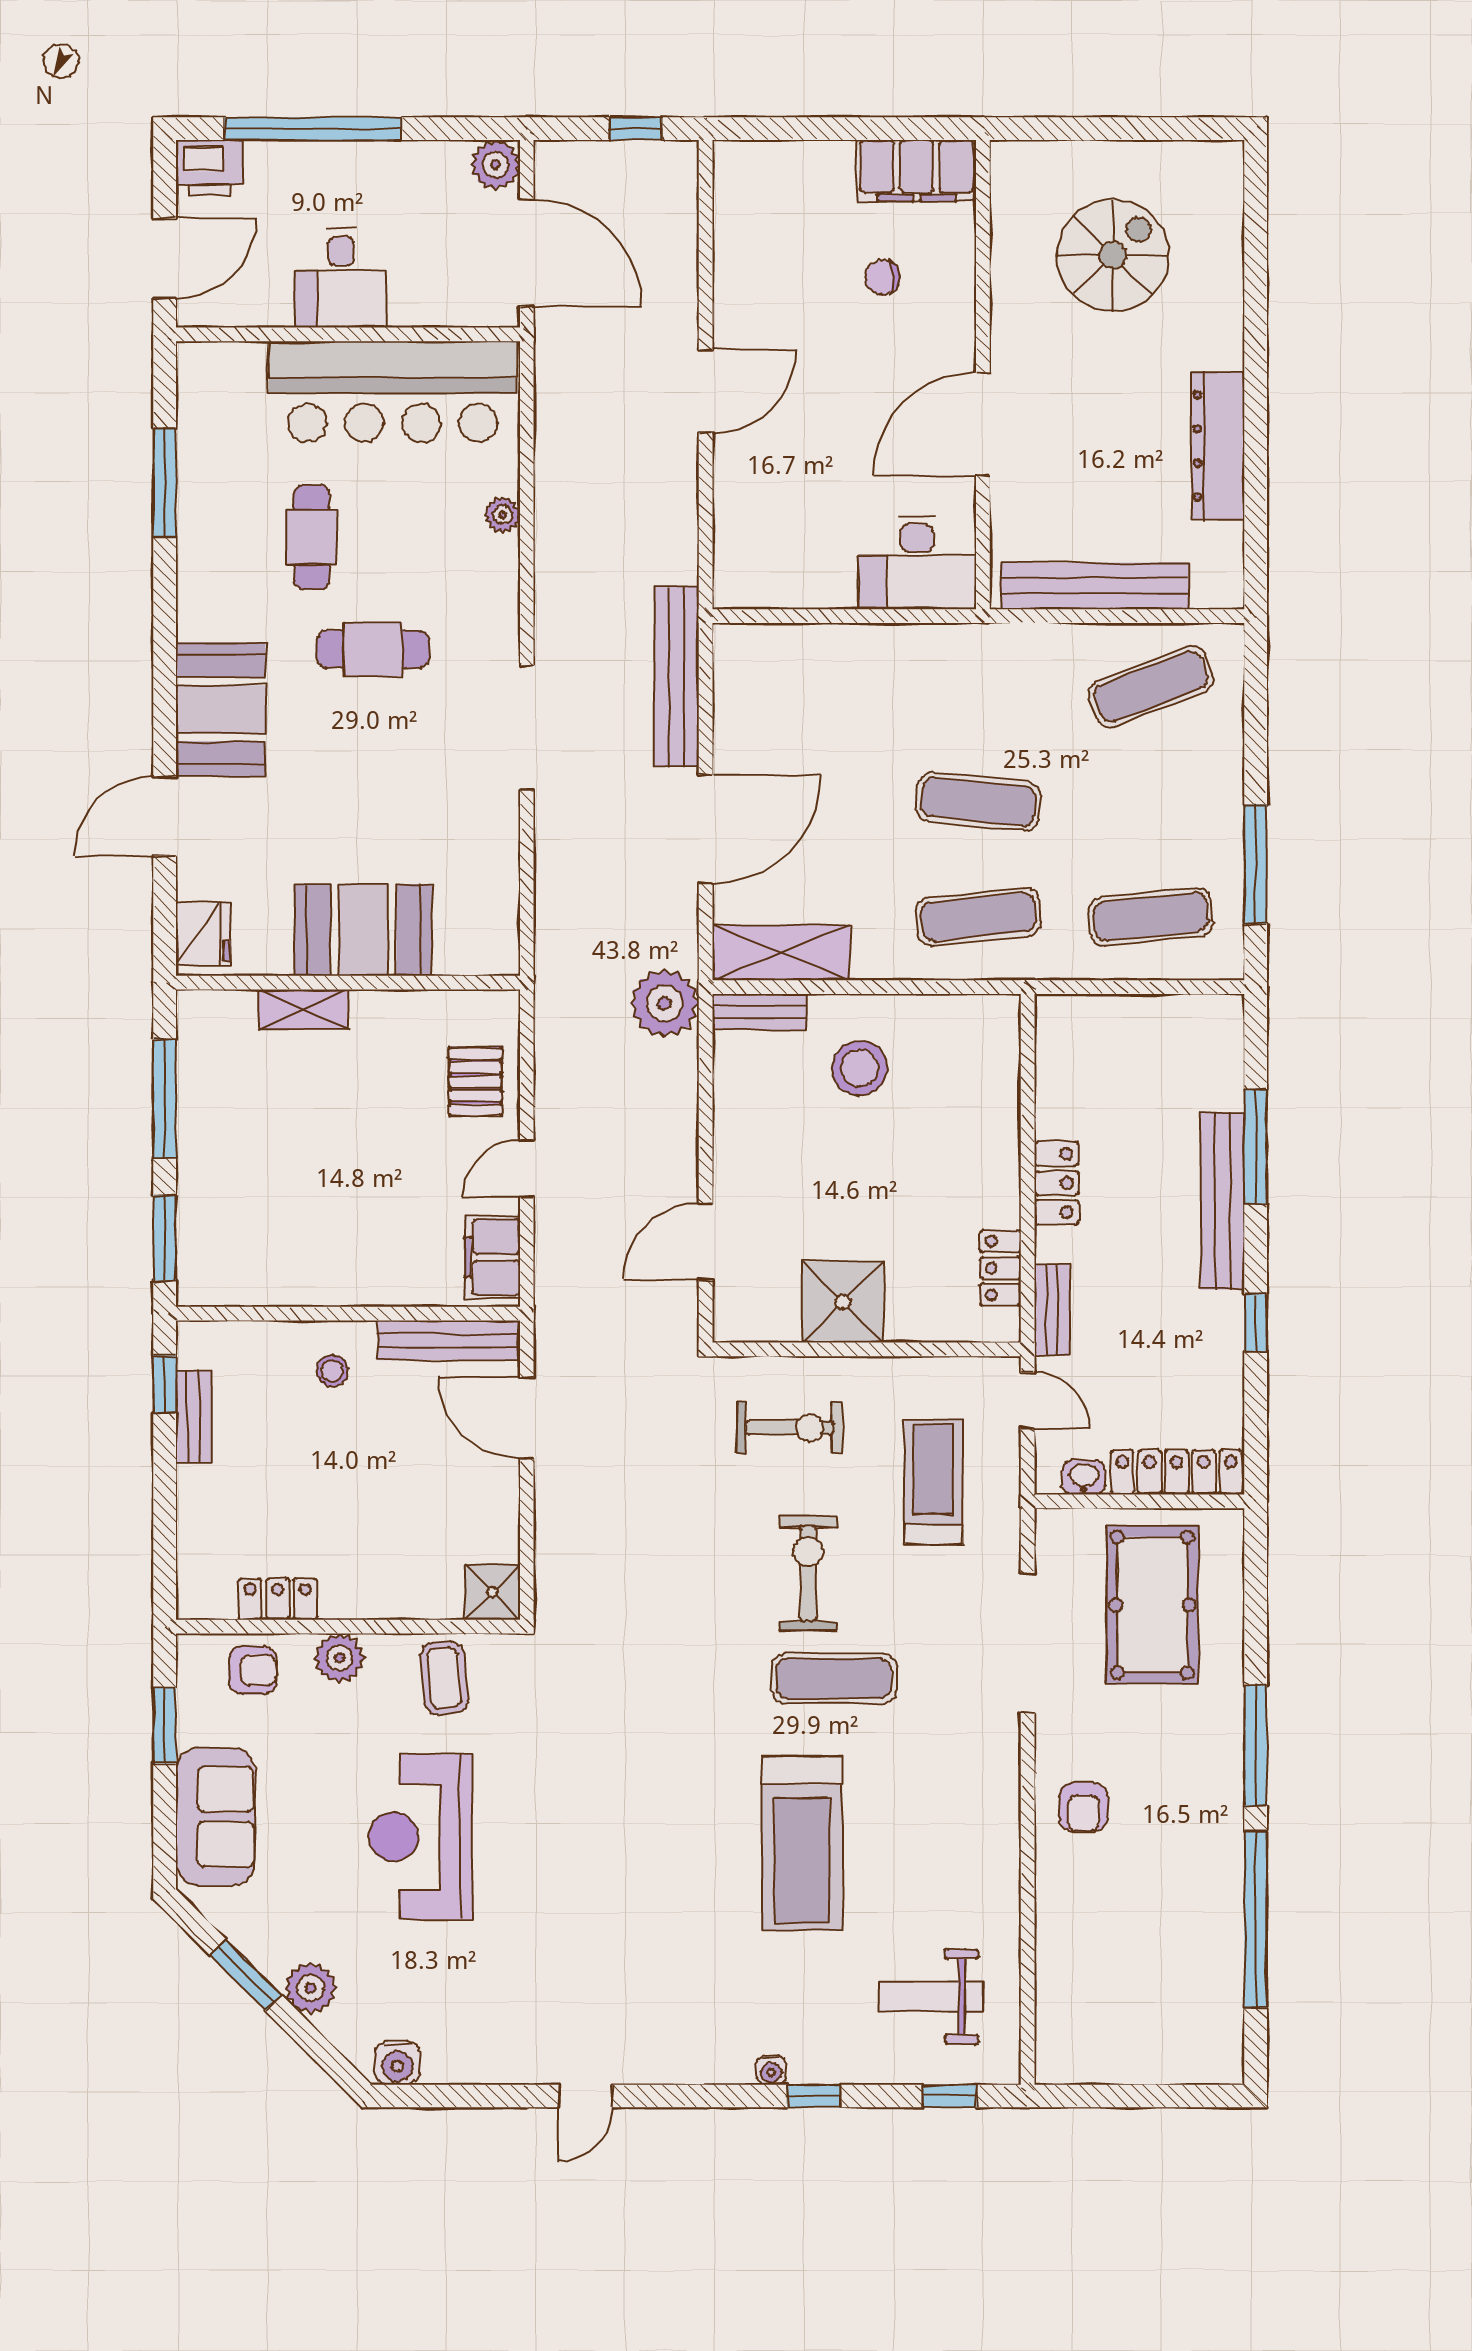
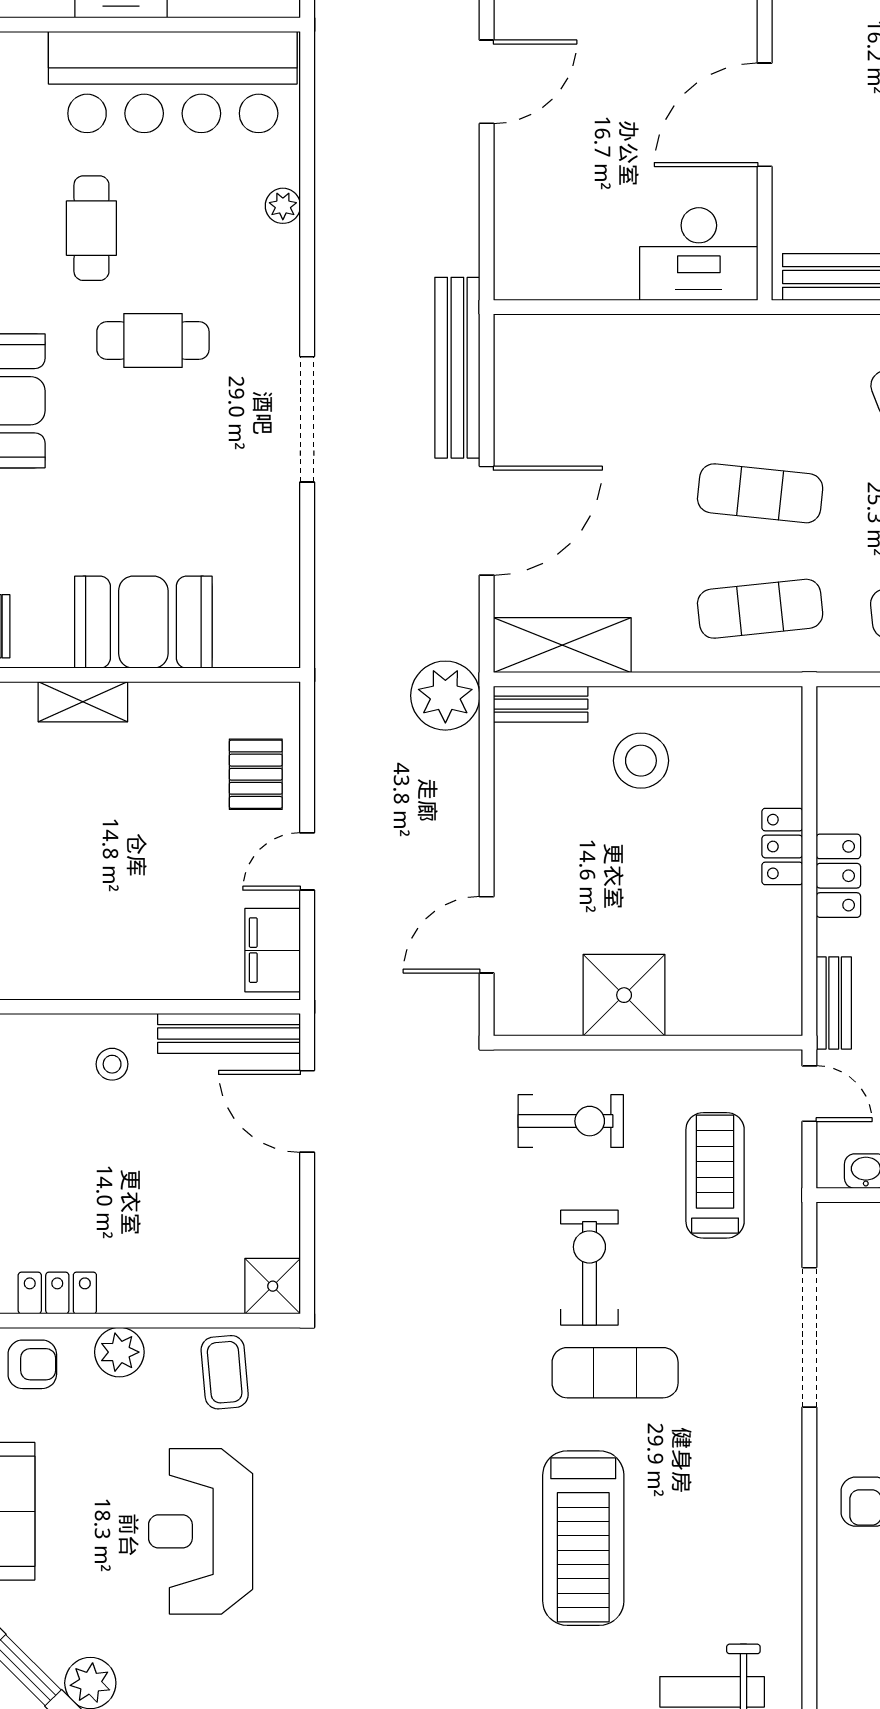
locker: (1001, 1268) -> (782, 847), moved

